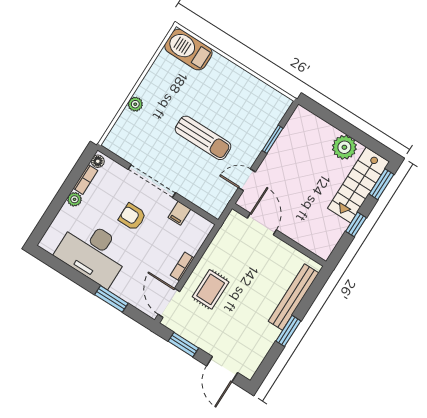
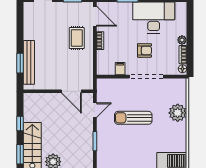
plant: (135, 104) -> (178, 113), width x1.87, depth x1.87
window: (288, 331) -> (20, 63), moved

